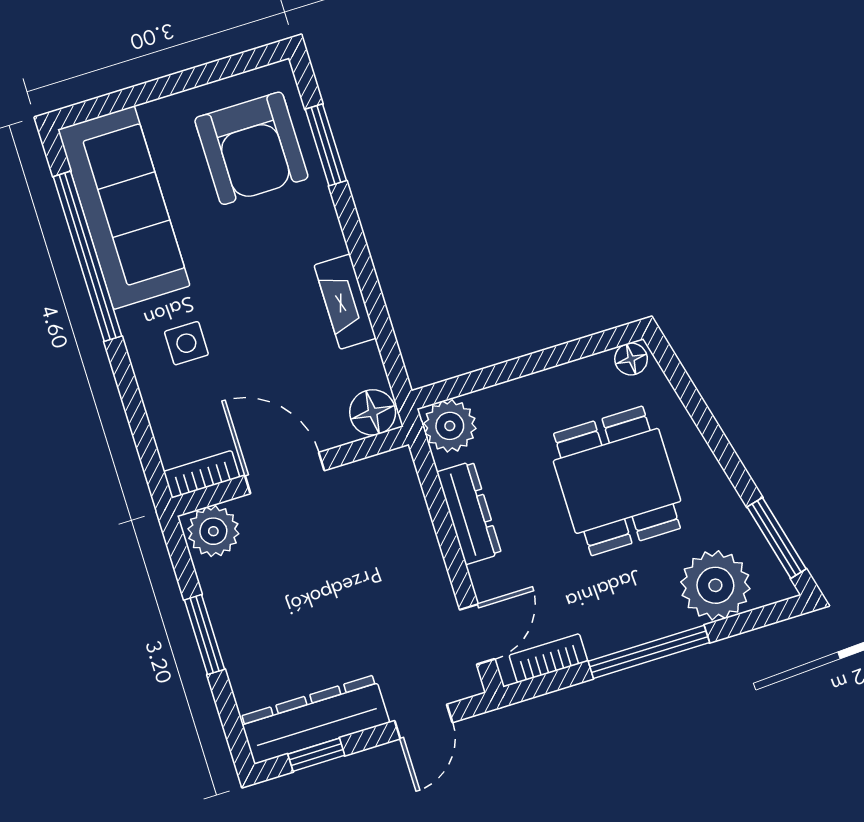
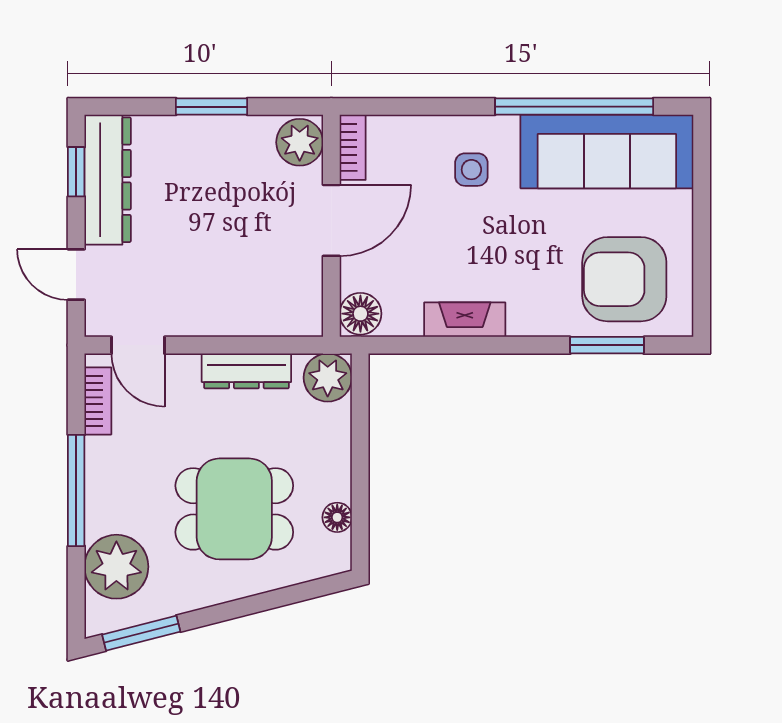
floor lamp: (631, 359) -> (337, 517), moved

